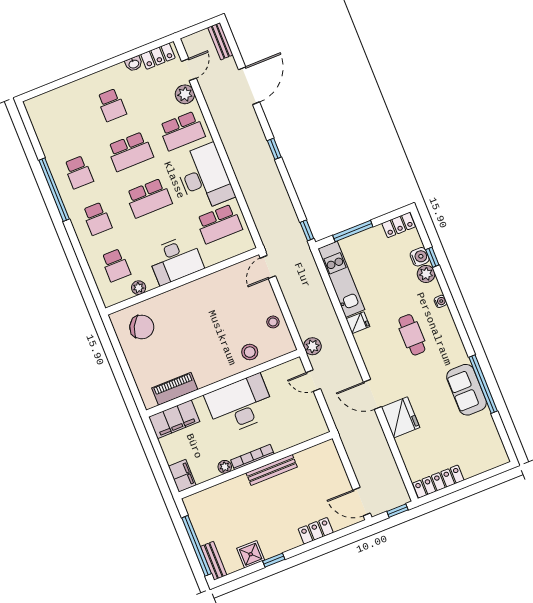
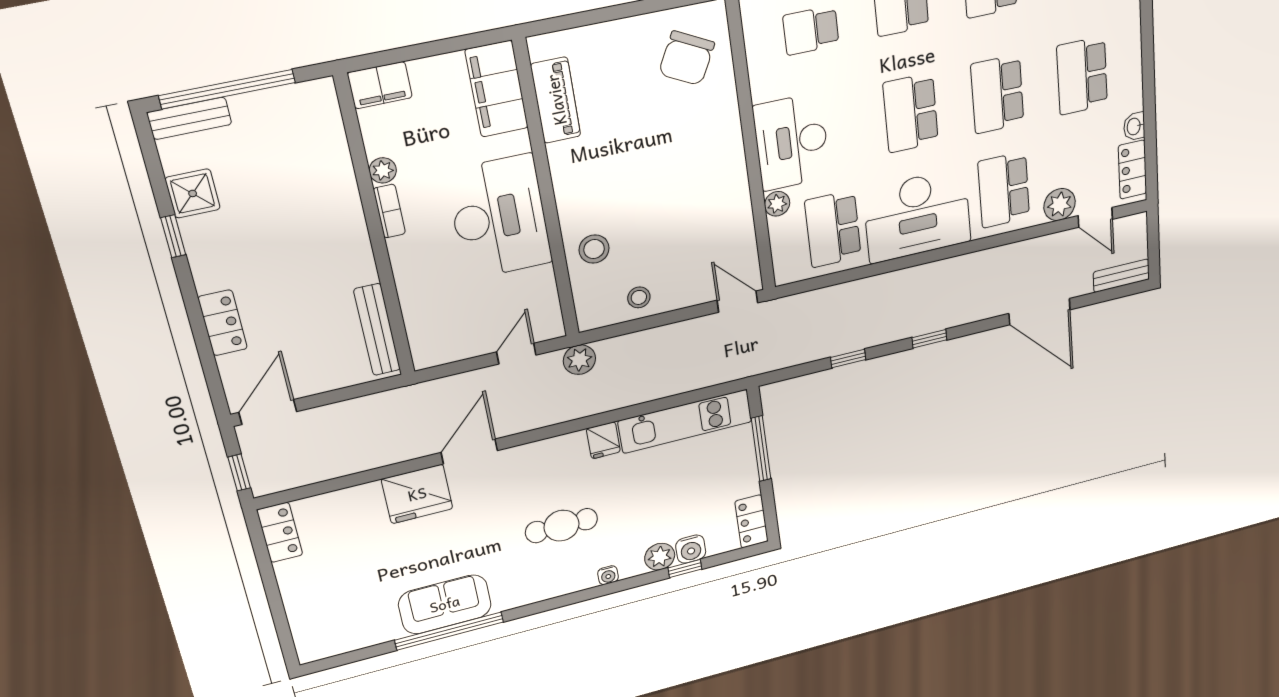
school desk: (112, 105) -> (1082, 76), width x1.85
window: (307, 230) -> (848, 359), moved
plant: (139, 288) -> (777, 204), moved
bookcase: (252, 457) -> (389, 211), width x0.64
bench: (272, 470) -> (377, 330), moved
locker: (438, 482) -> (280, 532), width x0.66

